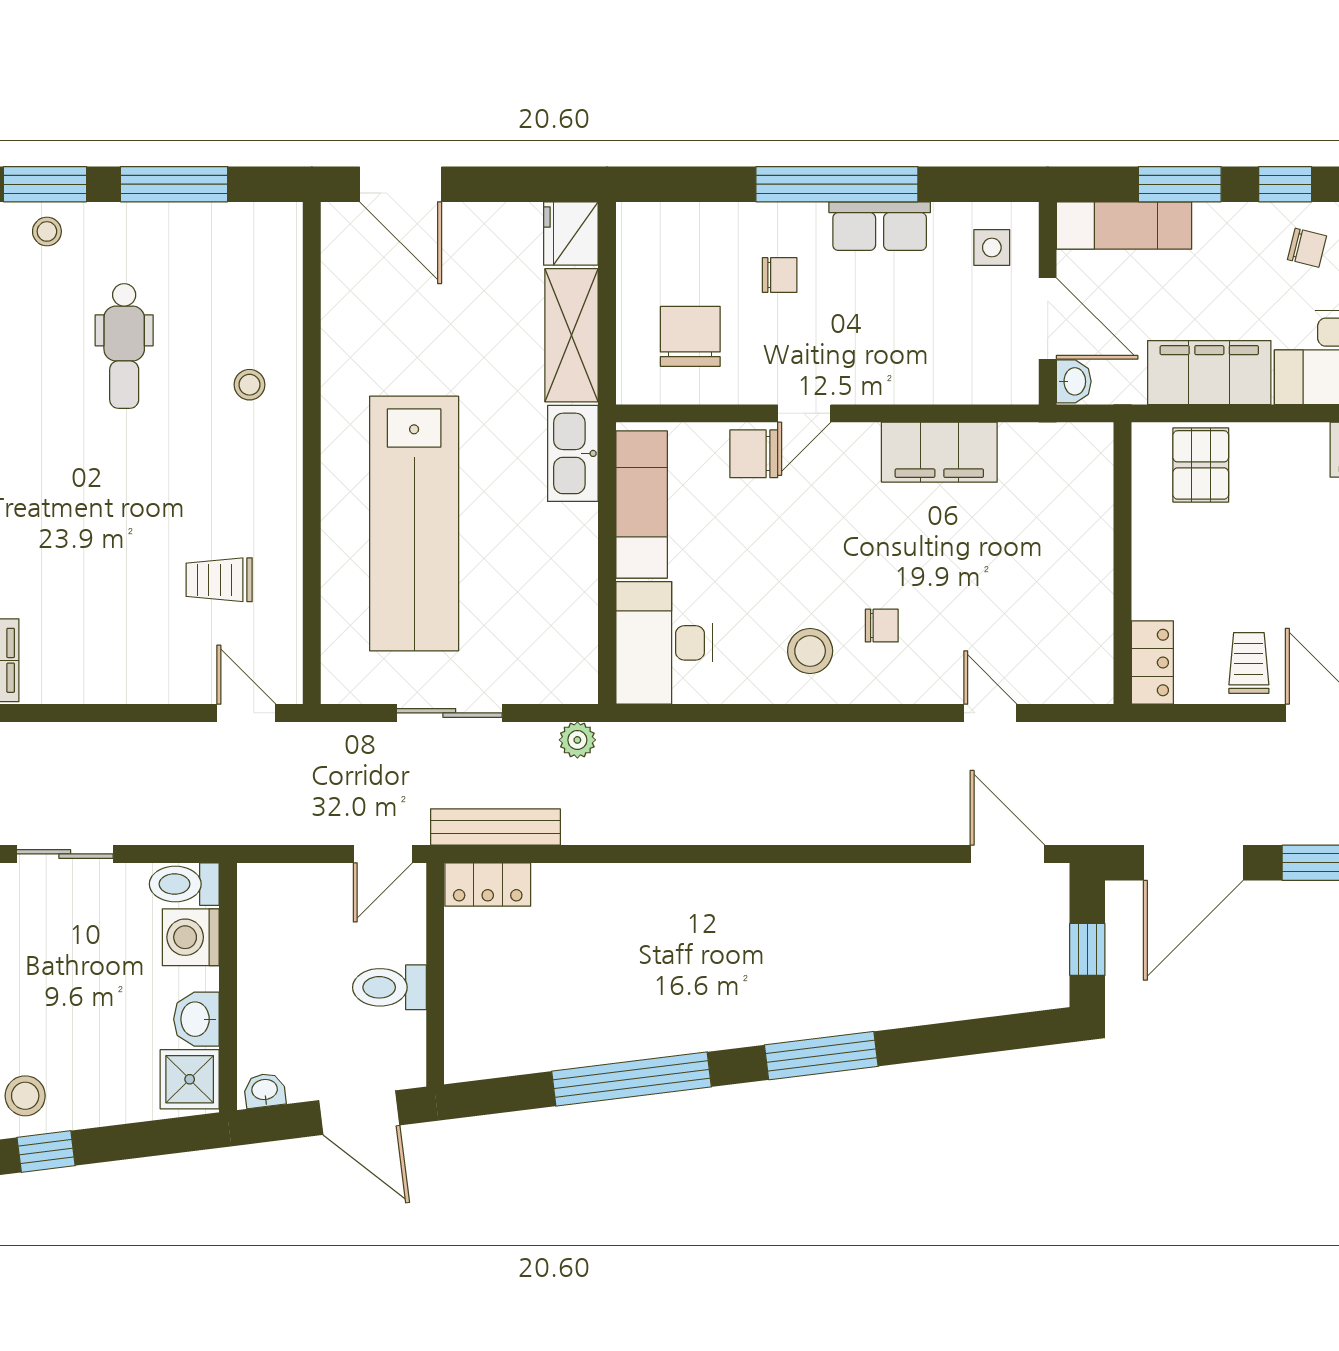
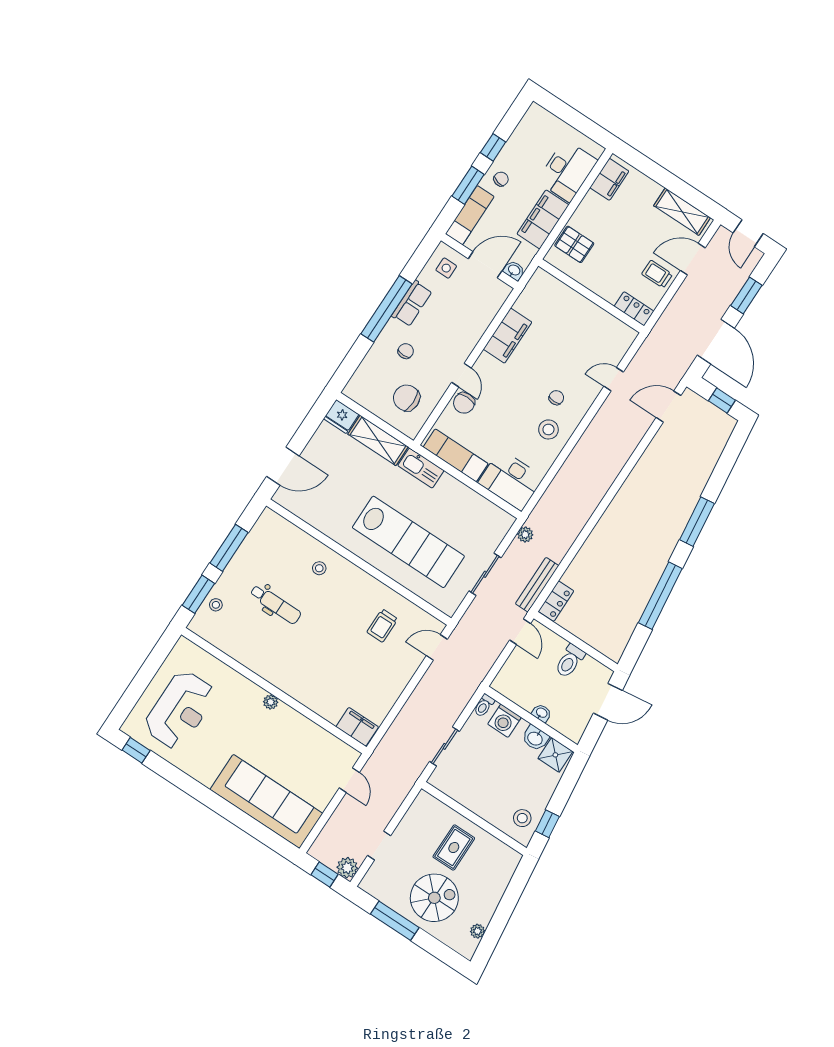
chair: (1307, 248) -> (501, 179), moved
toilet: (184, 884) -> (484, 706), width x0.73, depth x0.72
washbasin: (265, 1090) -> (542, 713), moved, turned 97

